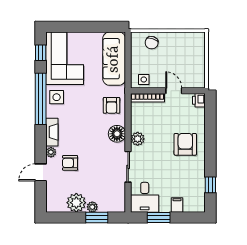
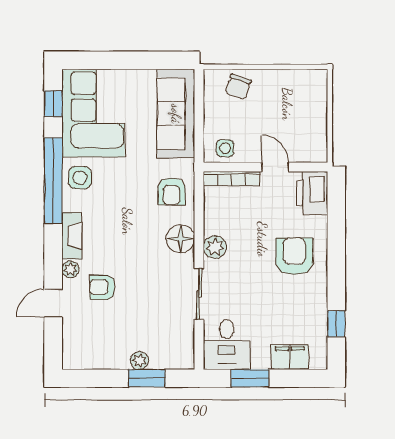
printer: (199, 100) -> (312, 193), width x1.87, depth x1.48
plant: (76, 203) -> (113, 353), removed
filing cabinet: (177, 205) -> (290, 357), width x2.00

